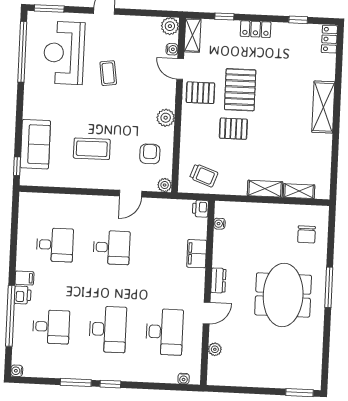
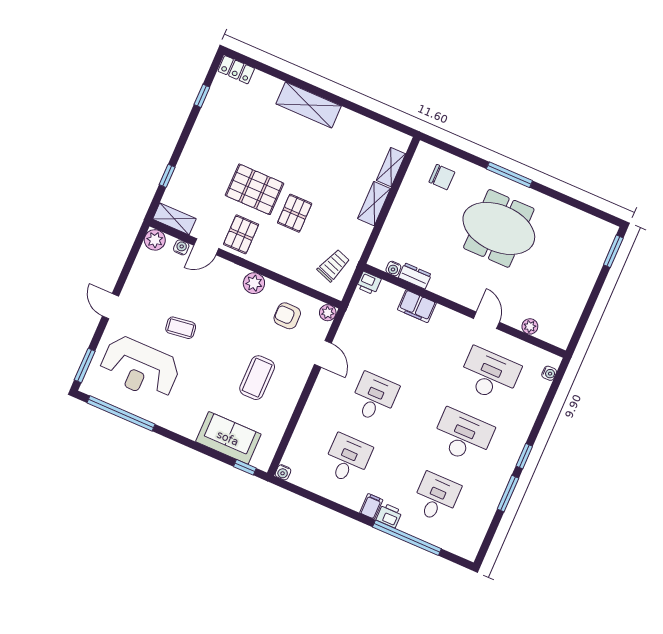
locker: (256, 29) -> (194, 147), removed
dresser: (218, 280) -> (415, 276), moved
water cooler: (17, 371) -> (283, 472), moved

